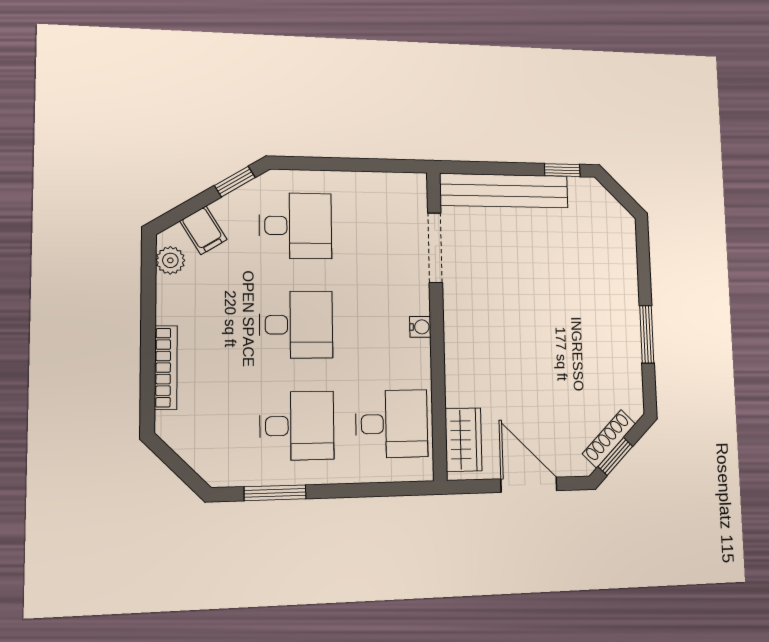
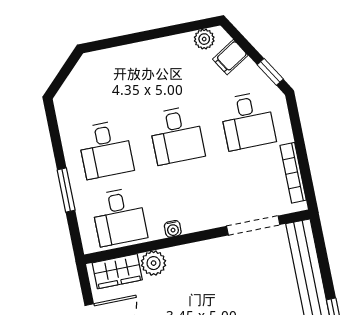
water cooler: (420, 327) -> (173, 229), moved
bookcase: (166, 368) -> (293, 173), moved, turned 90
plant: (461, 389) -> (154, 263), added
window: (275, 493) -> (66, 190), moved

